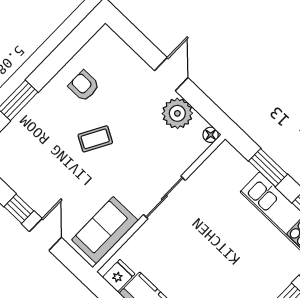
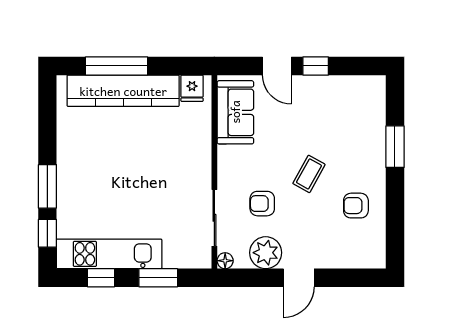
door: (171, 74) -> (299, 278), hinge flipped
armchair: (84, 86) -> (356, 206), turned 180
armchair: (147, 150) -> (262, 204), added
sliding door: (164, 197) -> (214, 218), moved

